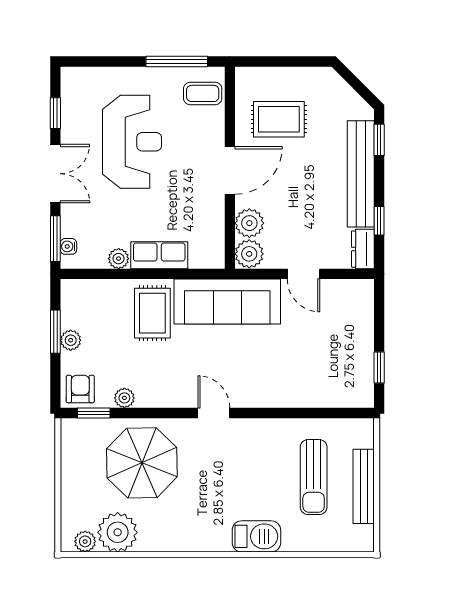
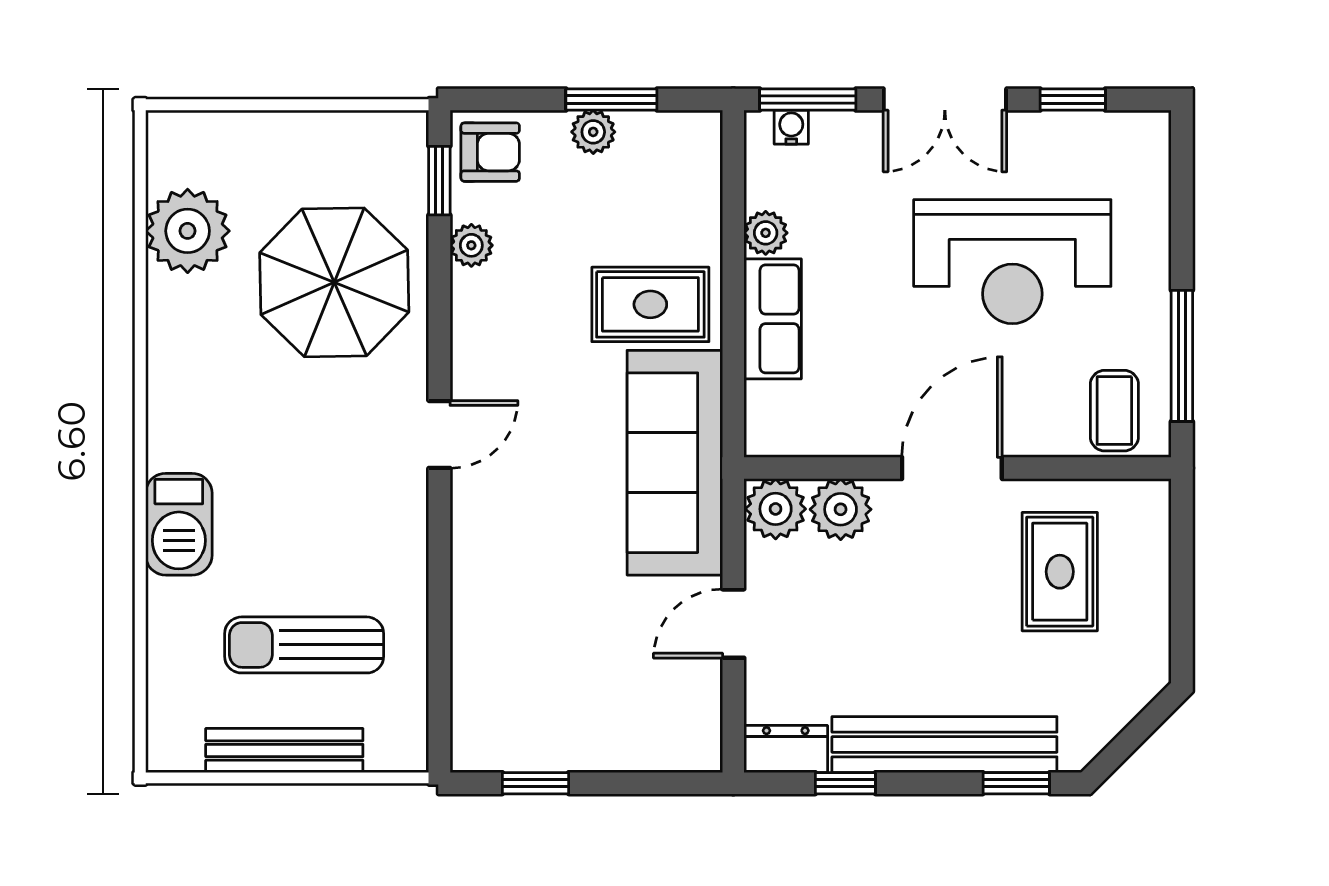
door: (230, 170) -> (952, 468), swing flipped
plant: (85, 541) -> (168, 162), removed

